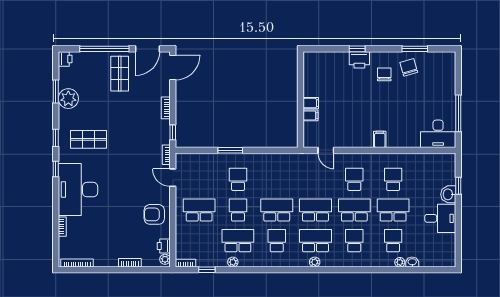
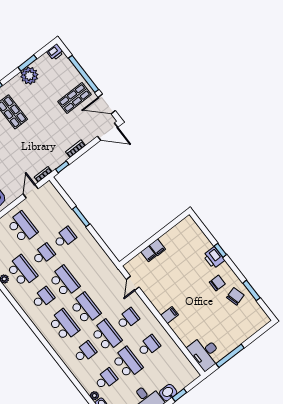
plant: (315, 262) -> (49, 336), removed

